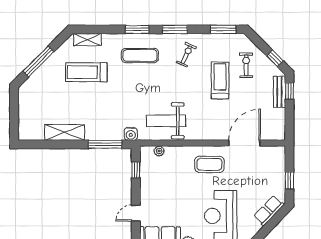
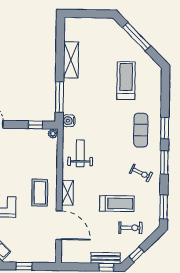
shelving: (87, 40) -> (67, 193), moved
weight bench: (166, 121) -> (80, 153), width x0.73, depth x0.75
plant: (159, 151) -> (53, 134), moved

